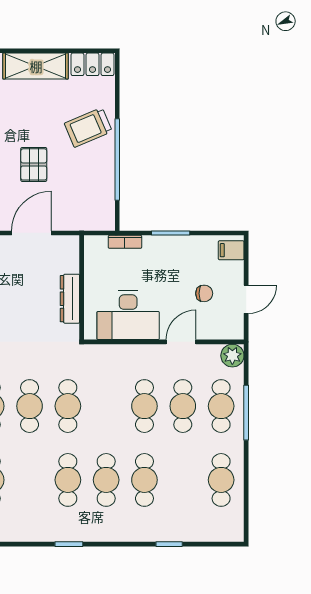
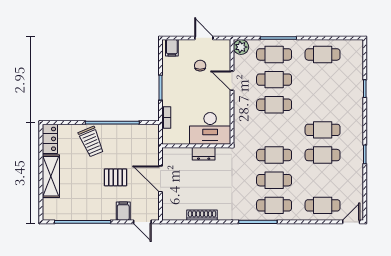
dresser: (70, 299) -> (204, 154), width x0.70
desk: (128, 315) -> (210, 128), moved, turned 90
cafe table: (144, 480) -> (323, 105), removed

